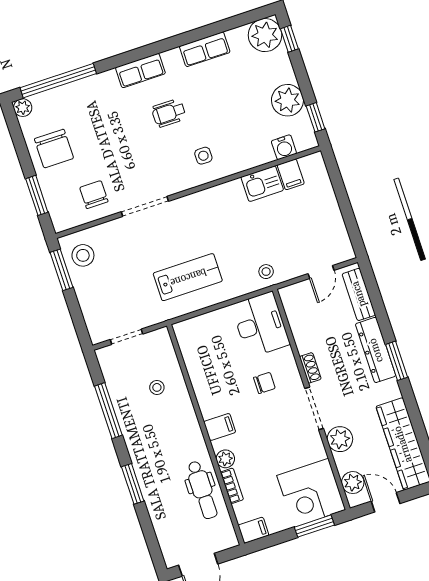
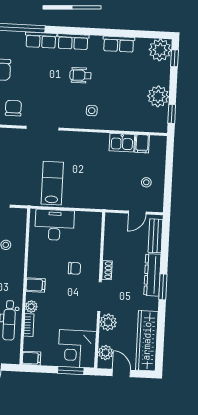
row of seats: (95, 86) -> (41, 40), added
water cooler: (284, 147) -> (144, 125), removed
stool: (266, 272) -> (146, 182), moved
lab bench: (188, 277) -> (52, 183), turned -90
desk: (260, 325) -> (55, 225), moved, turned -90

